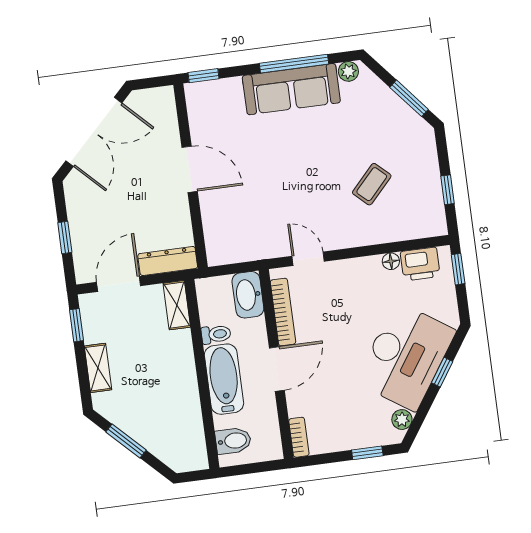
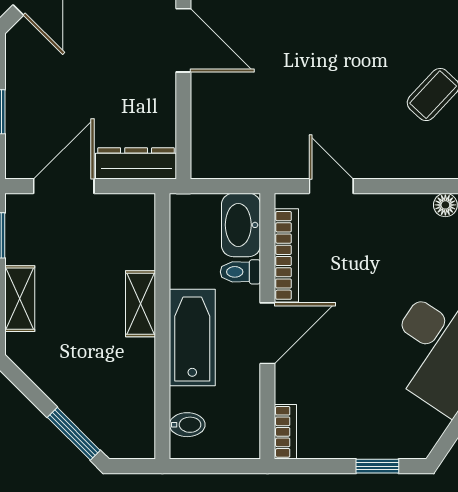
shelving: (177, 305) -> (140, 304), moved
toilet: (216, 334) -> (240, 272), moved, turned 180
plant: (402, 420) -> (431, 426), removed
window: (126, 441) -> (74, 434), moved
bidet: (233, 441) -> (187, 425), width x0.72, depth x0.74

